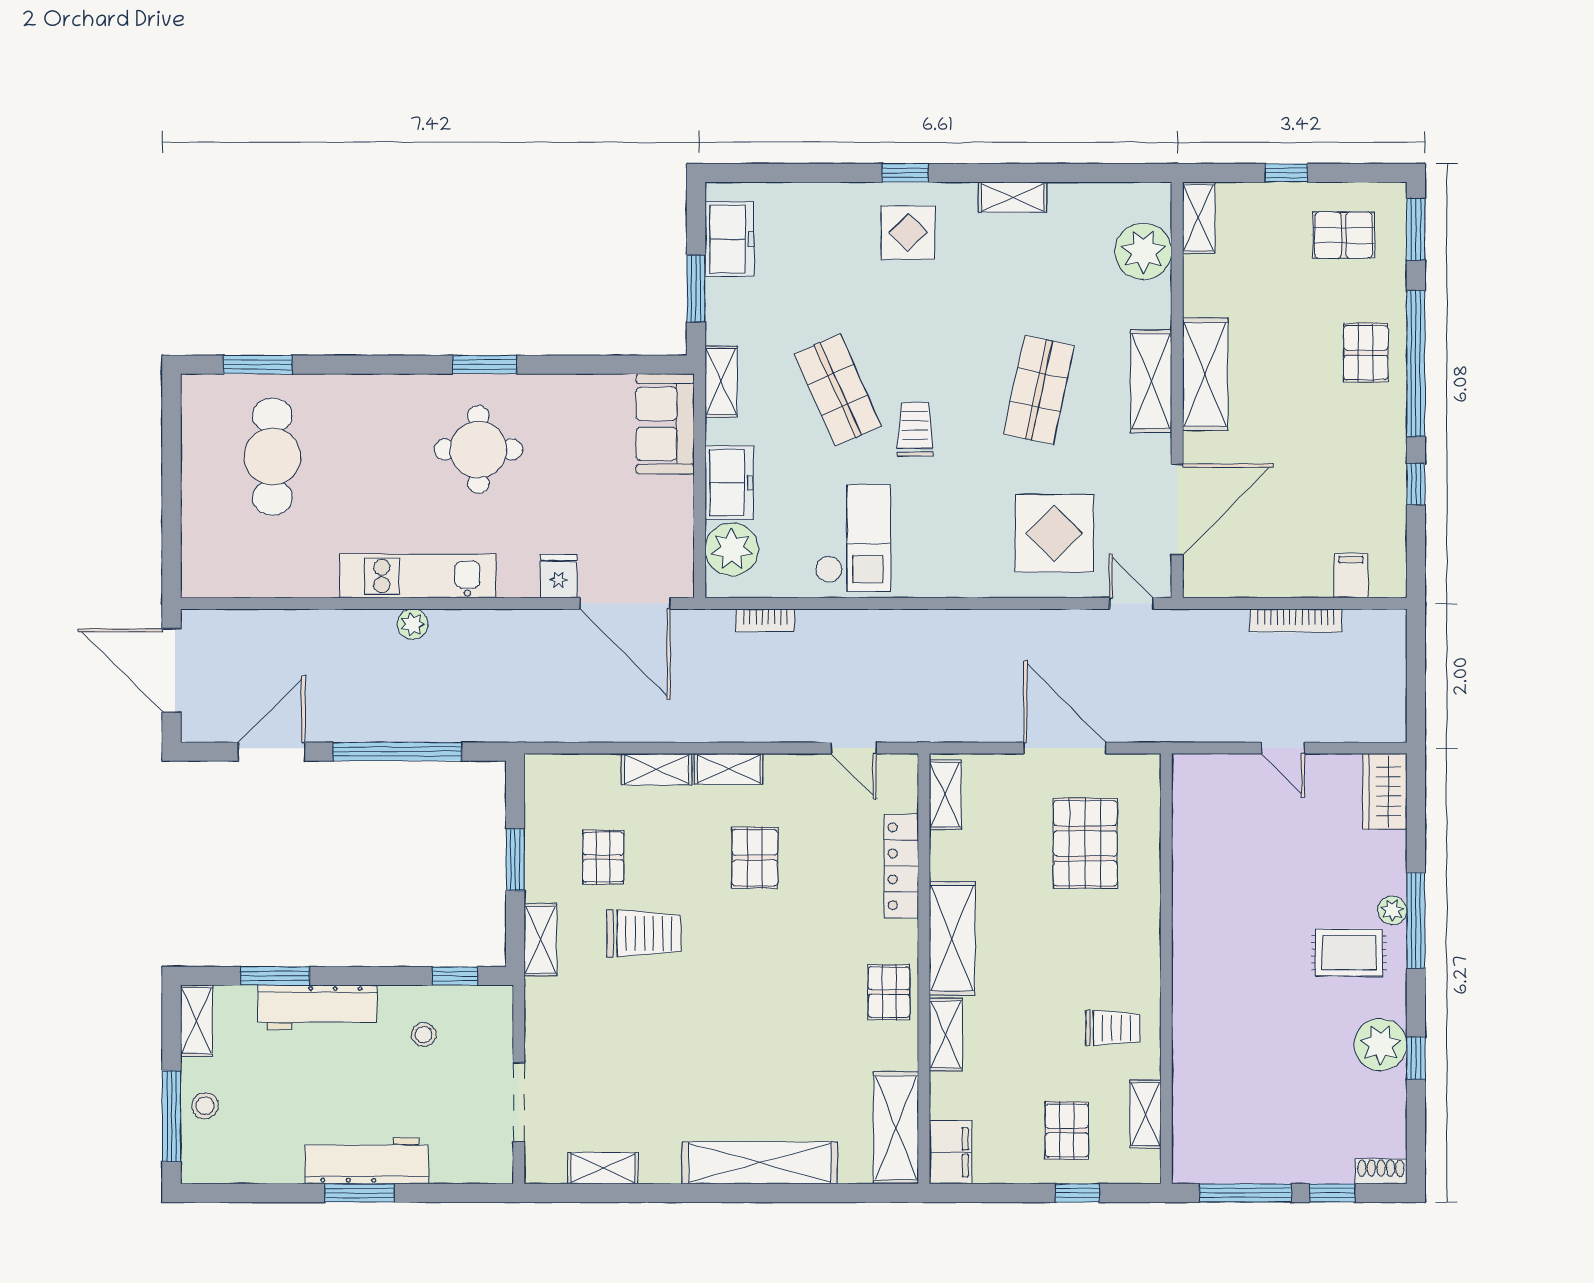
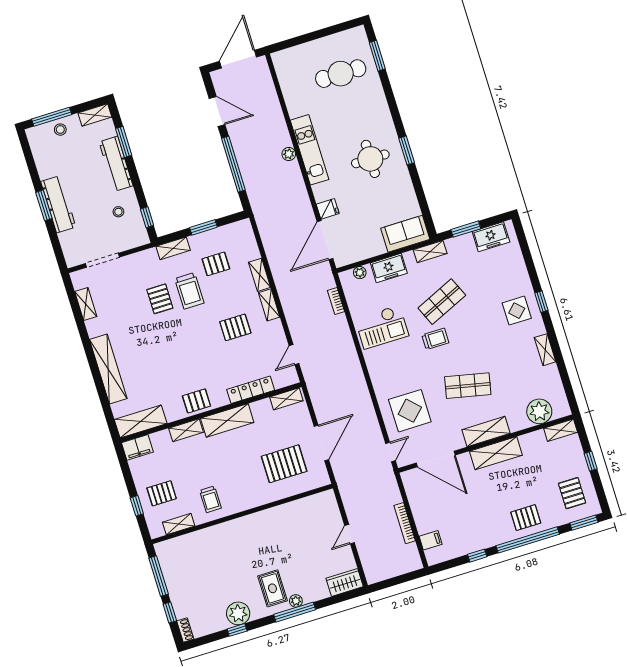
plant: (732, 549) -> (360, 273), width x0.53, depth x0.53
pallet: (642, 1003) -> (160, 299), added

